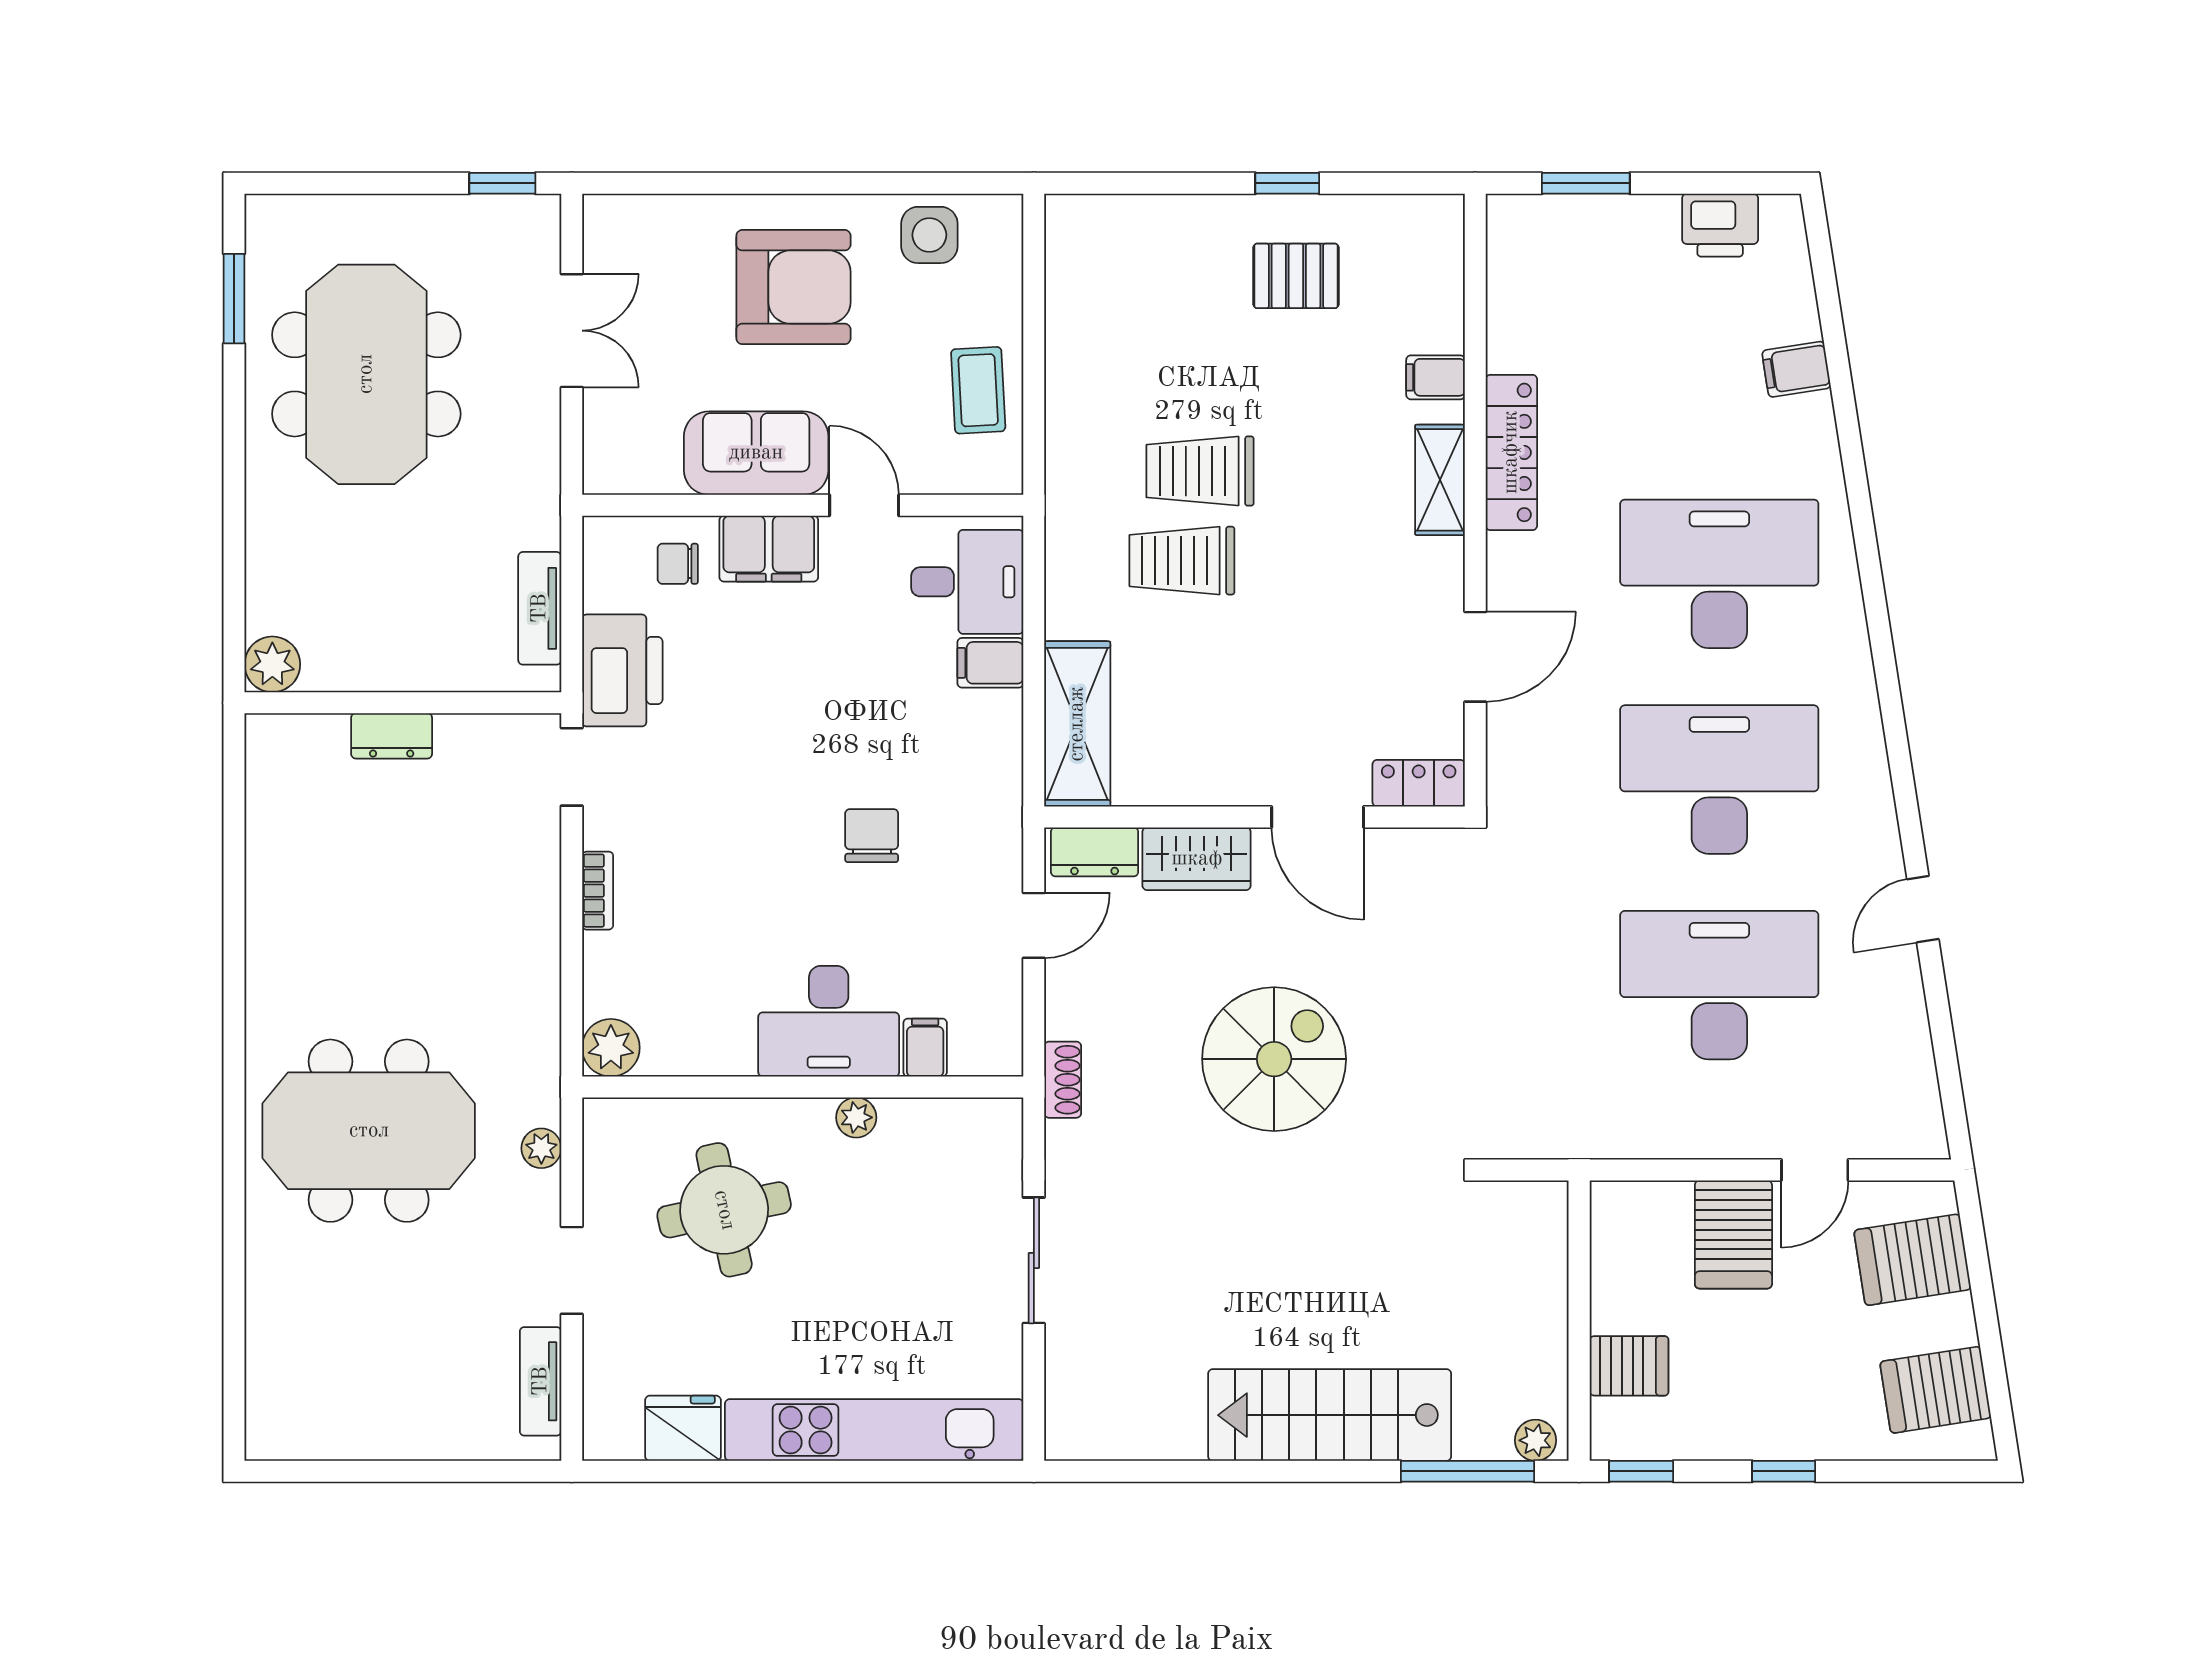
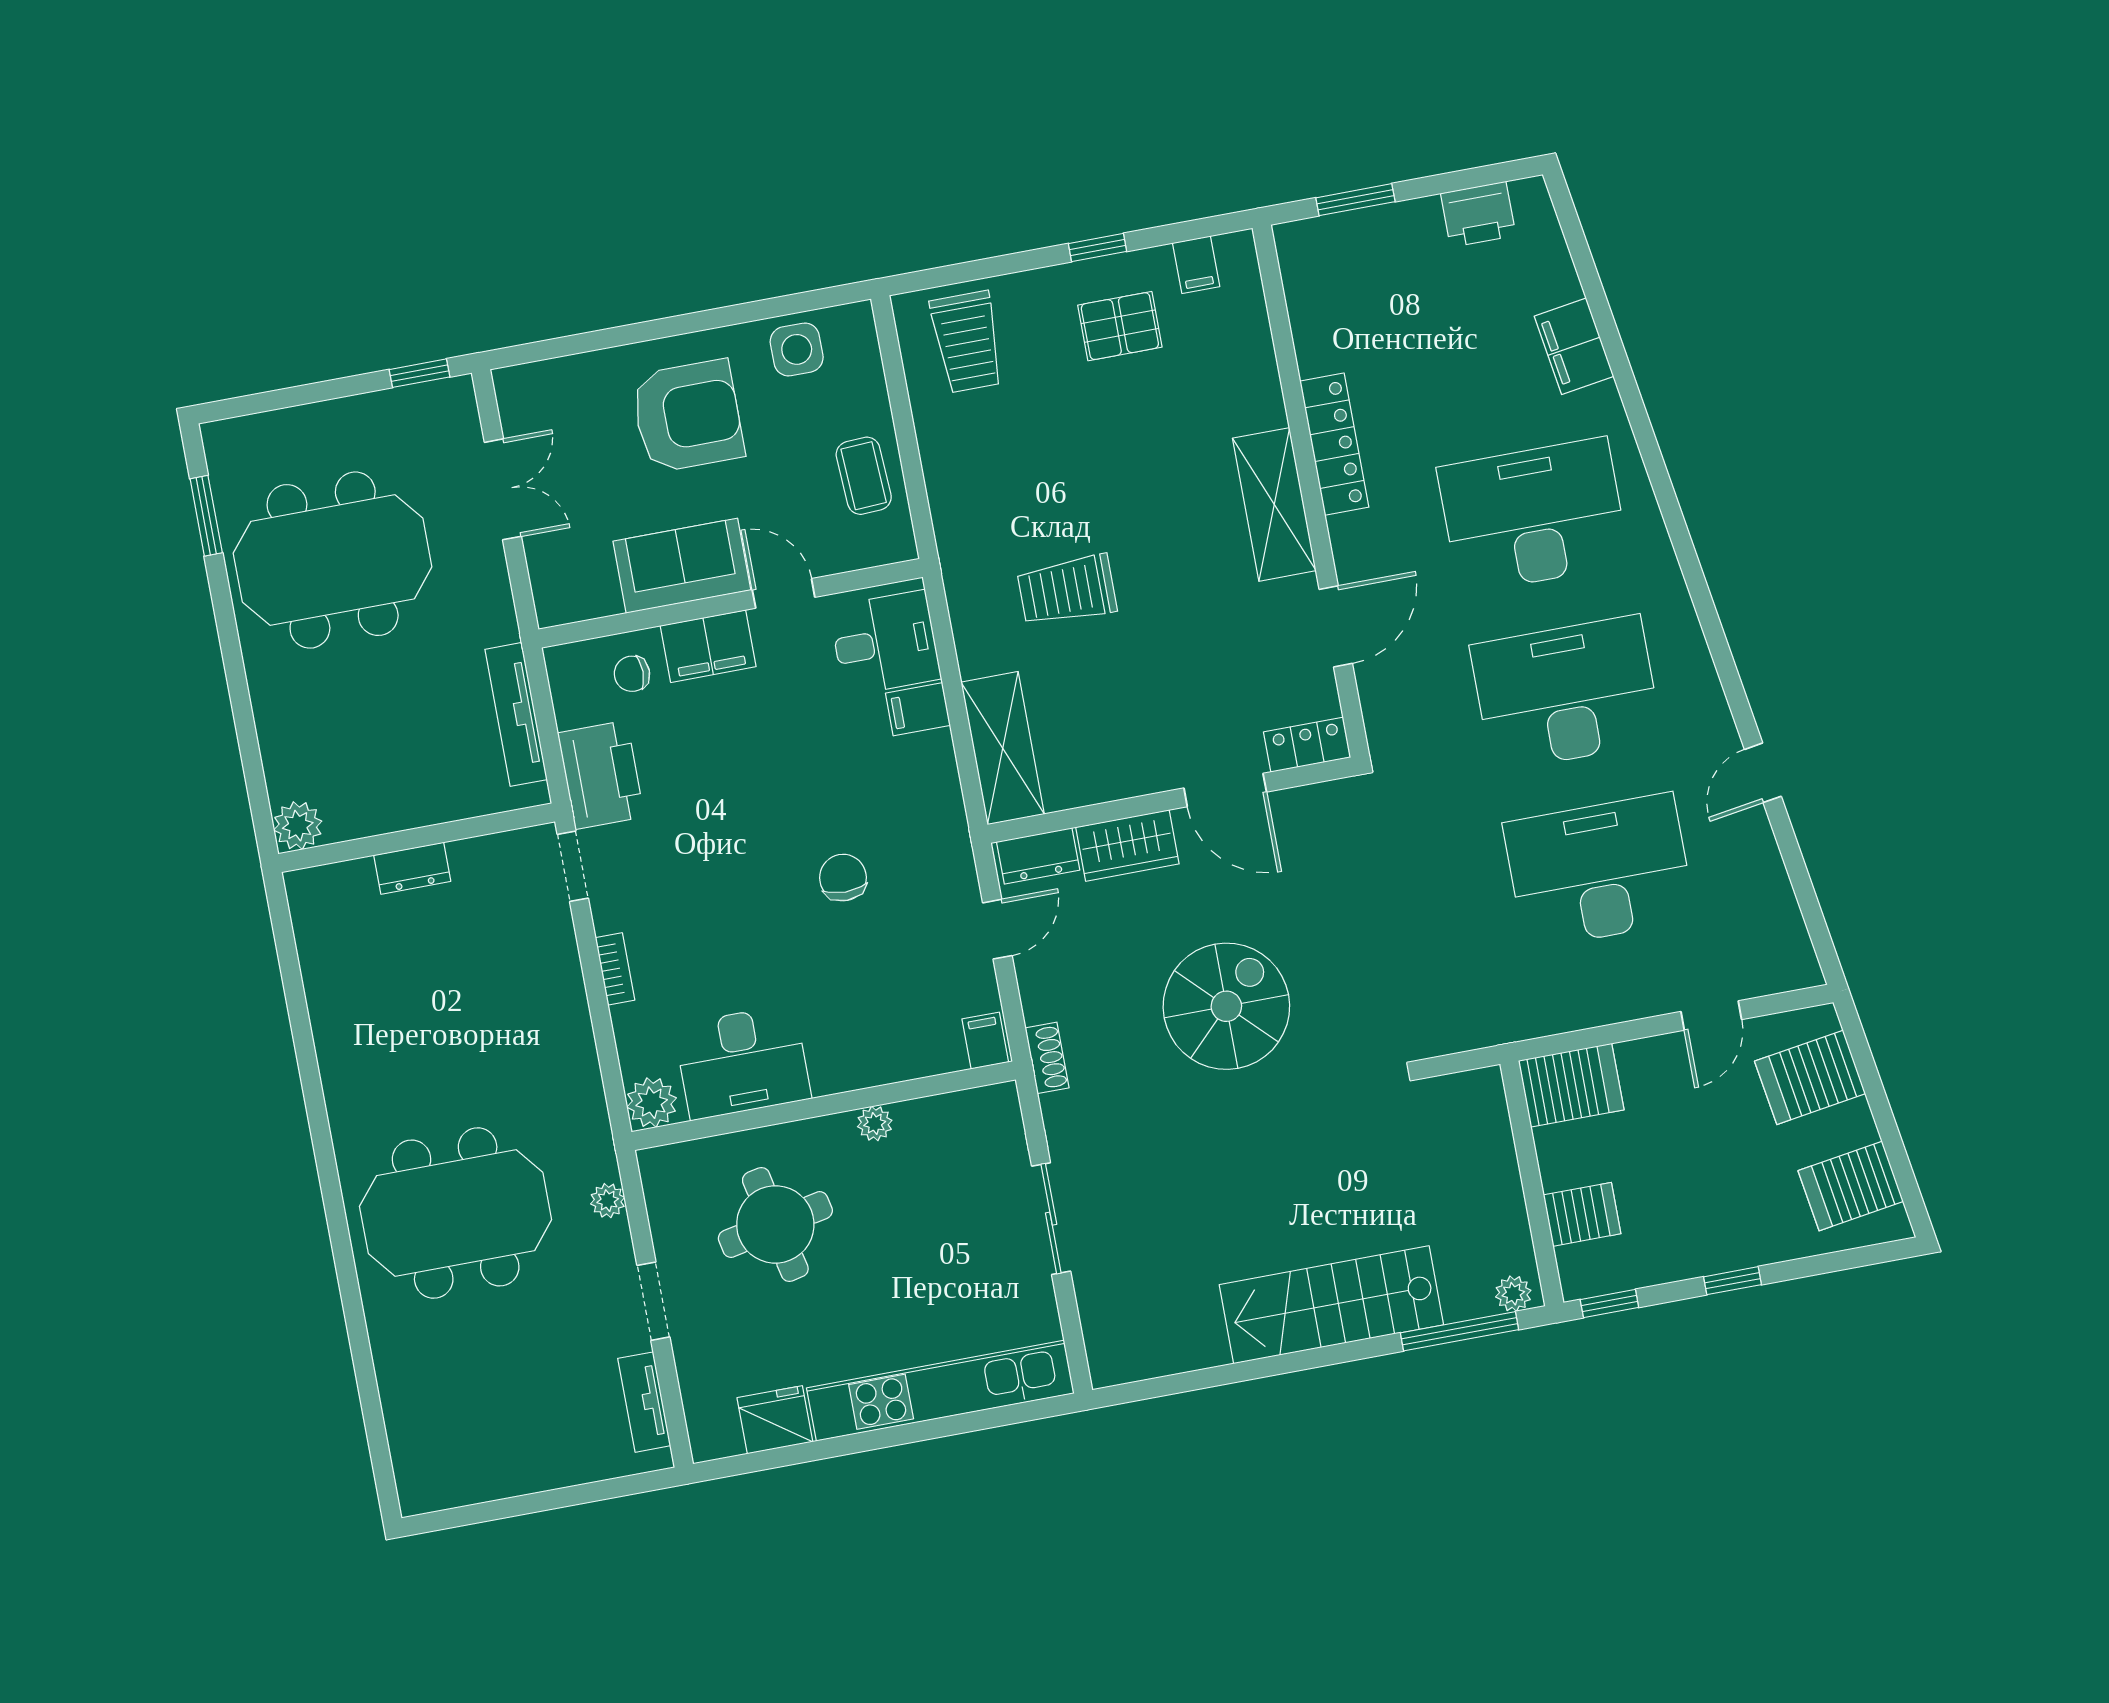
filing cabinet: (1796, 369) -> (1574, 346), width x2.00
meeting table: (366, 374) -> (333, 560), turned 90
filing cabinet: (1436, 377) -> (1196, 265), moved, turned -90
trolley: (1200, 471) -> (967, 342), moved, turned -90
shelving: (1440, 480) -> (1274, 504), width x1.50, depth x1.33
tv unit: (540, 608) -> (516, 714), width x1.41
desk: (829, 1021) -> (742, 1062), moved
filing cabinet: (925, 1048) -> (985, 1041), moved
server rack: (1733, 1234) -> (1571, 1085), moved, turned -90

